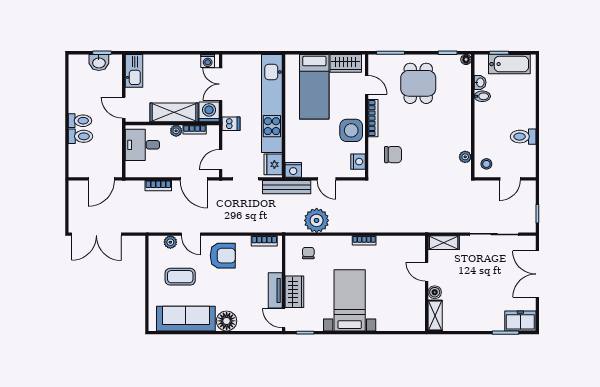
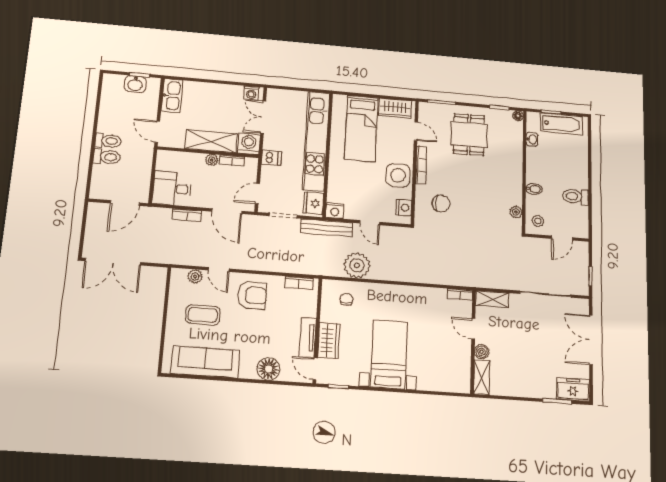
bidet: (482, 96) -> (534, 189), moved
desk: (142, 145) -> (172, 189), moved
bookcase: (364, 240) -> (460, 294), moved
floor lamp: (227, 321) -> (269, 369), moved

